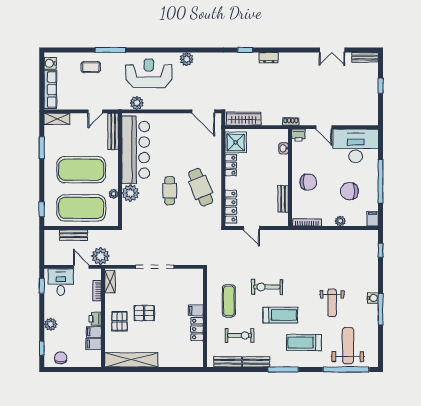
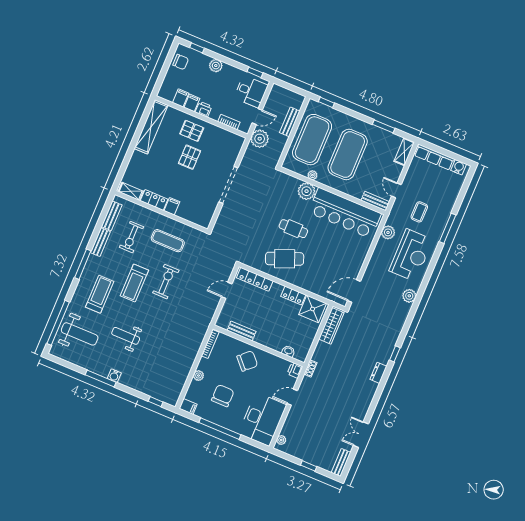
coffee table: (91, 67) -> (419, 212), moved
plant: (367, 121) -> (281, 440), added
bench: (113, 131) -> (375, 201), width x0.73
chair: (308, 182) -> (247, 361), turned -133
shelving: (110, 282) -> (131, 191), moved

